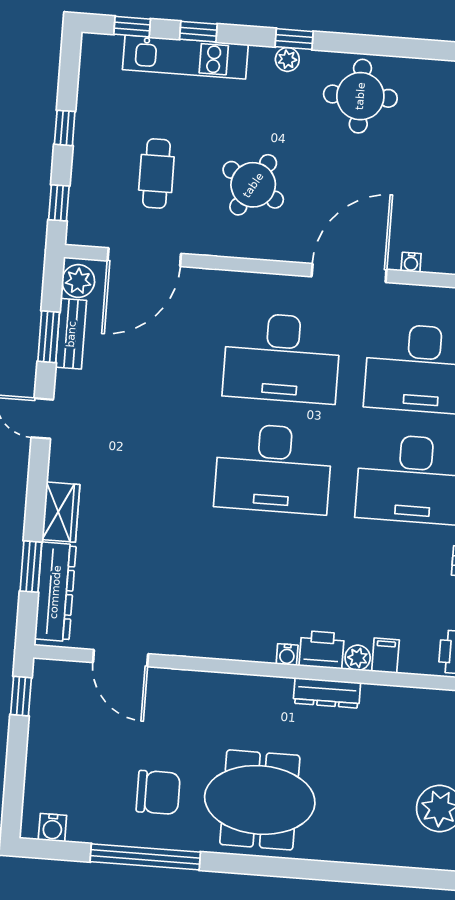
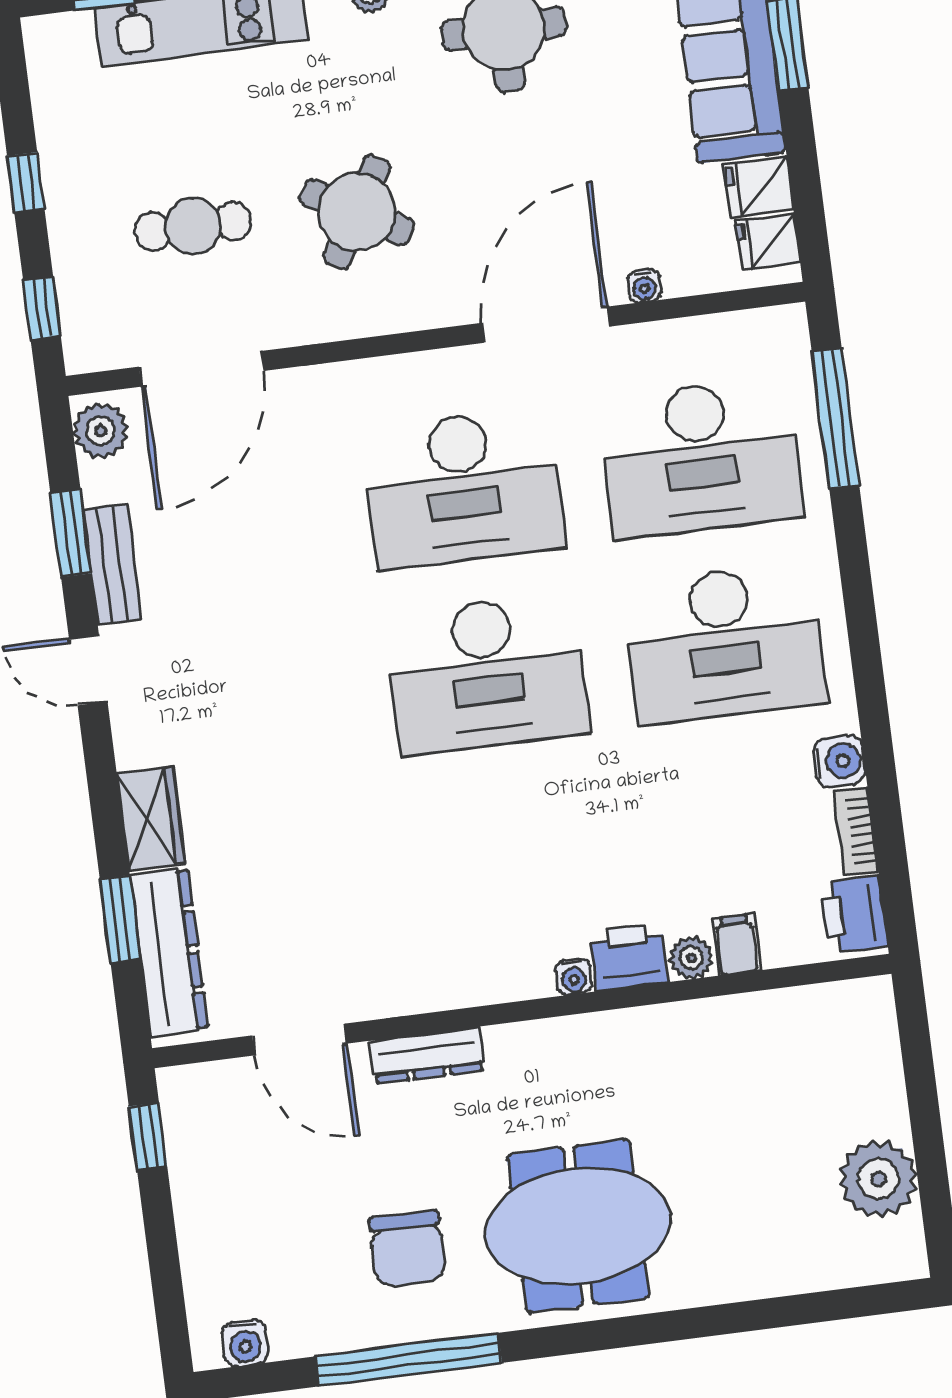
cafe table: (156, 174) -> (193, 226), turned 90
bench: (71, 334) -> (112, 564), moved
dresser: (327, 693) -> (427, 1055), moved
chair: (158, 792) -> (408, 1249), turned 90

